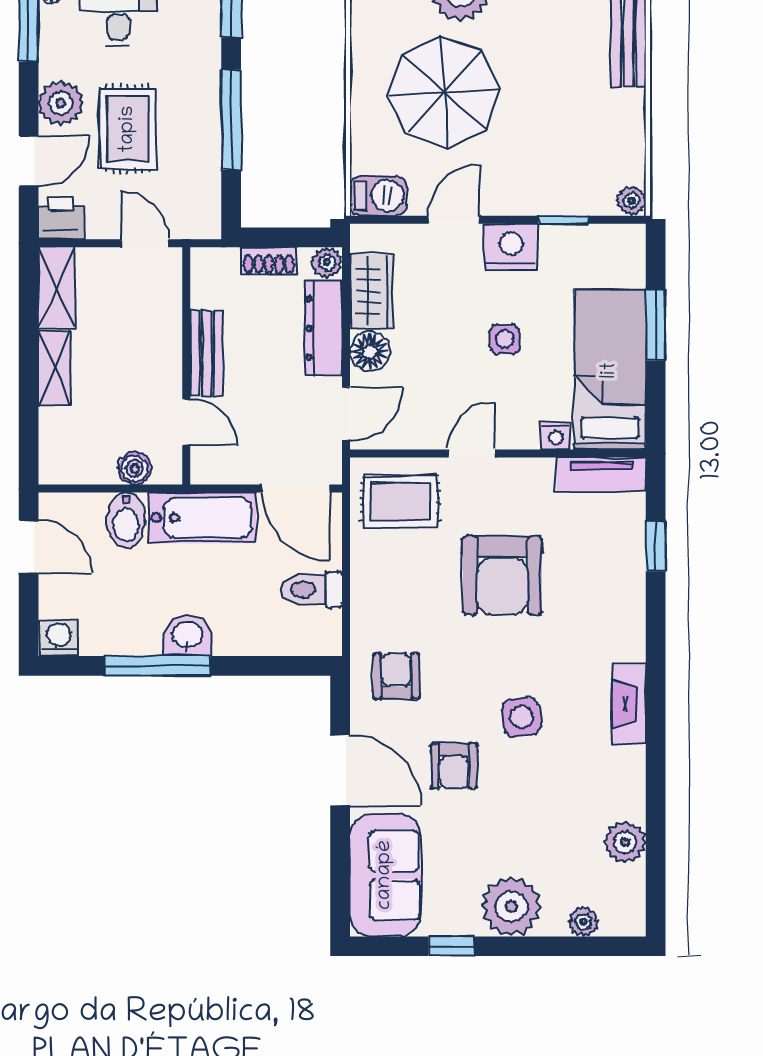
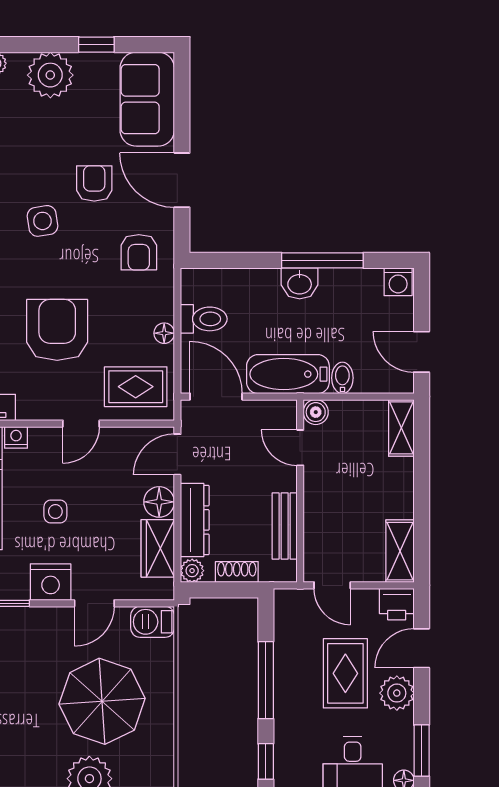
bench: (207, 354) -> (285, 526), moved
shelving: (55, 368) -> (401, 428), moved
boiler: (135, 468) -> (316, 412), moved
bidet: (126, 520) -> (342, 378), width x0.72, depth x0.74
floor lamp: (363, 571) -> (164, 333), added

